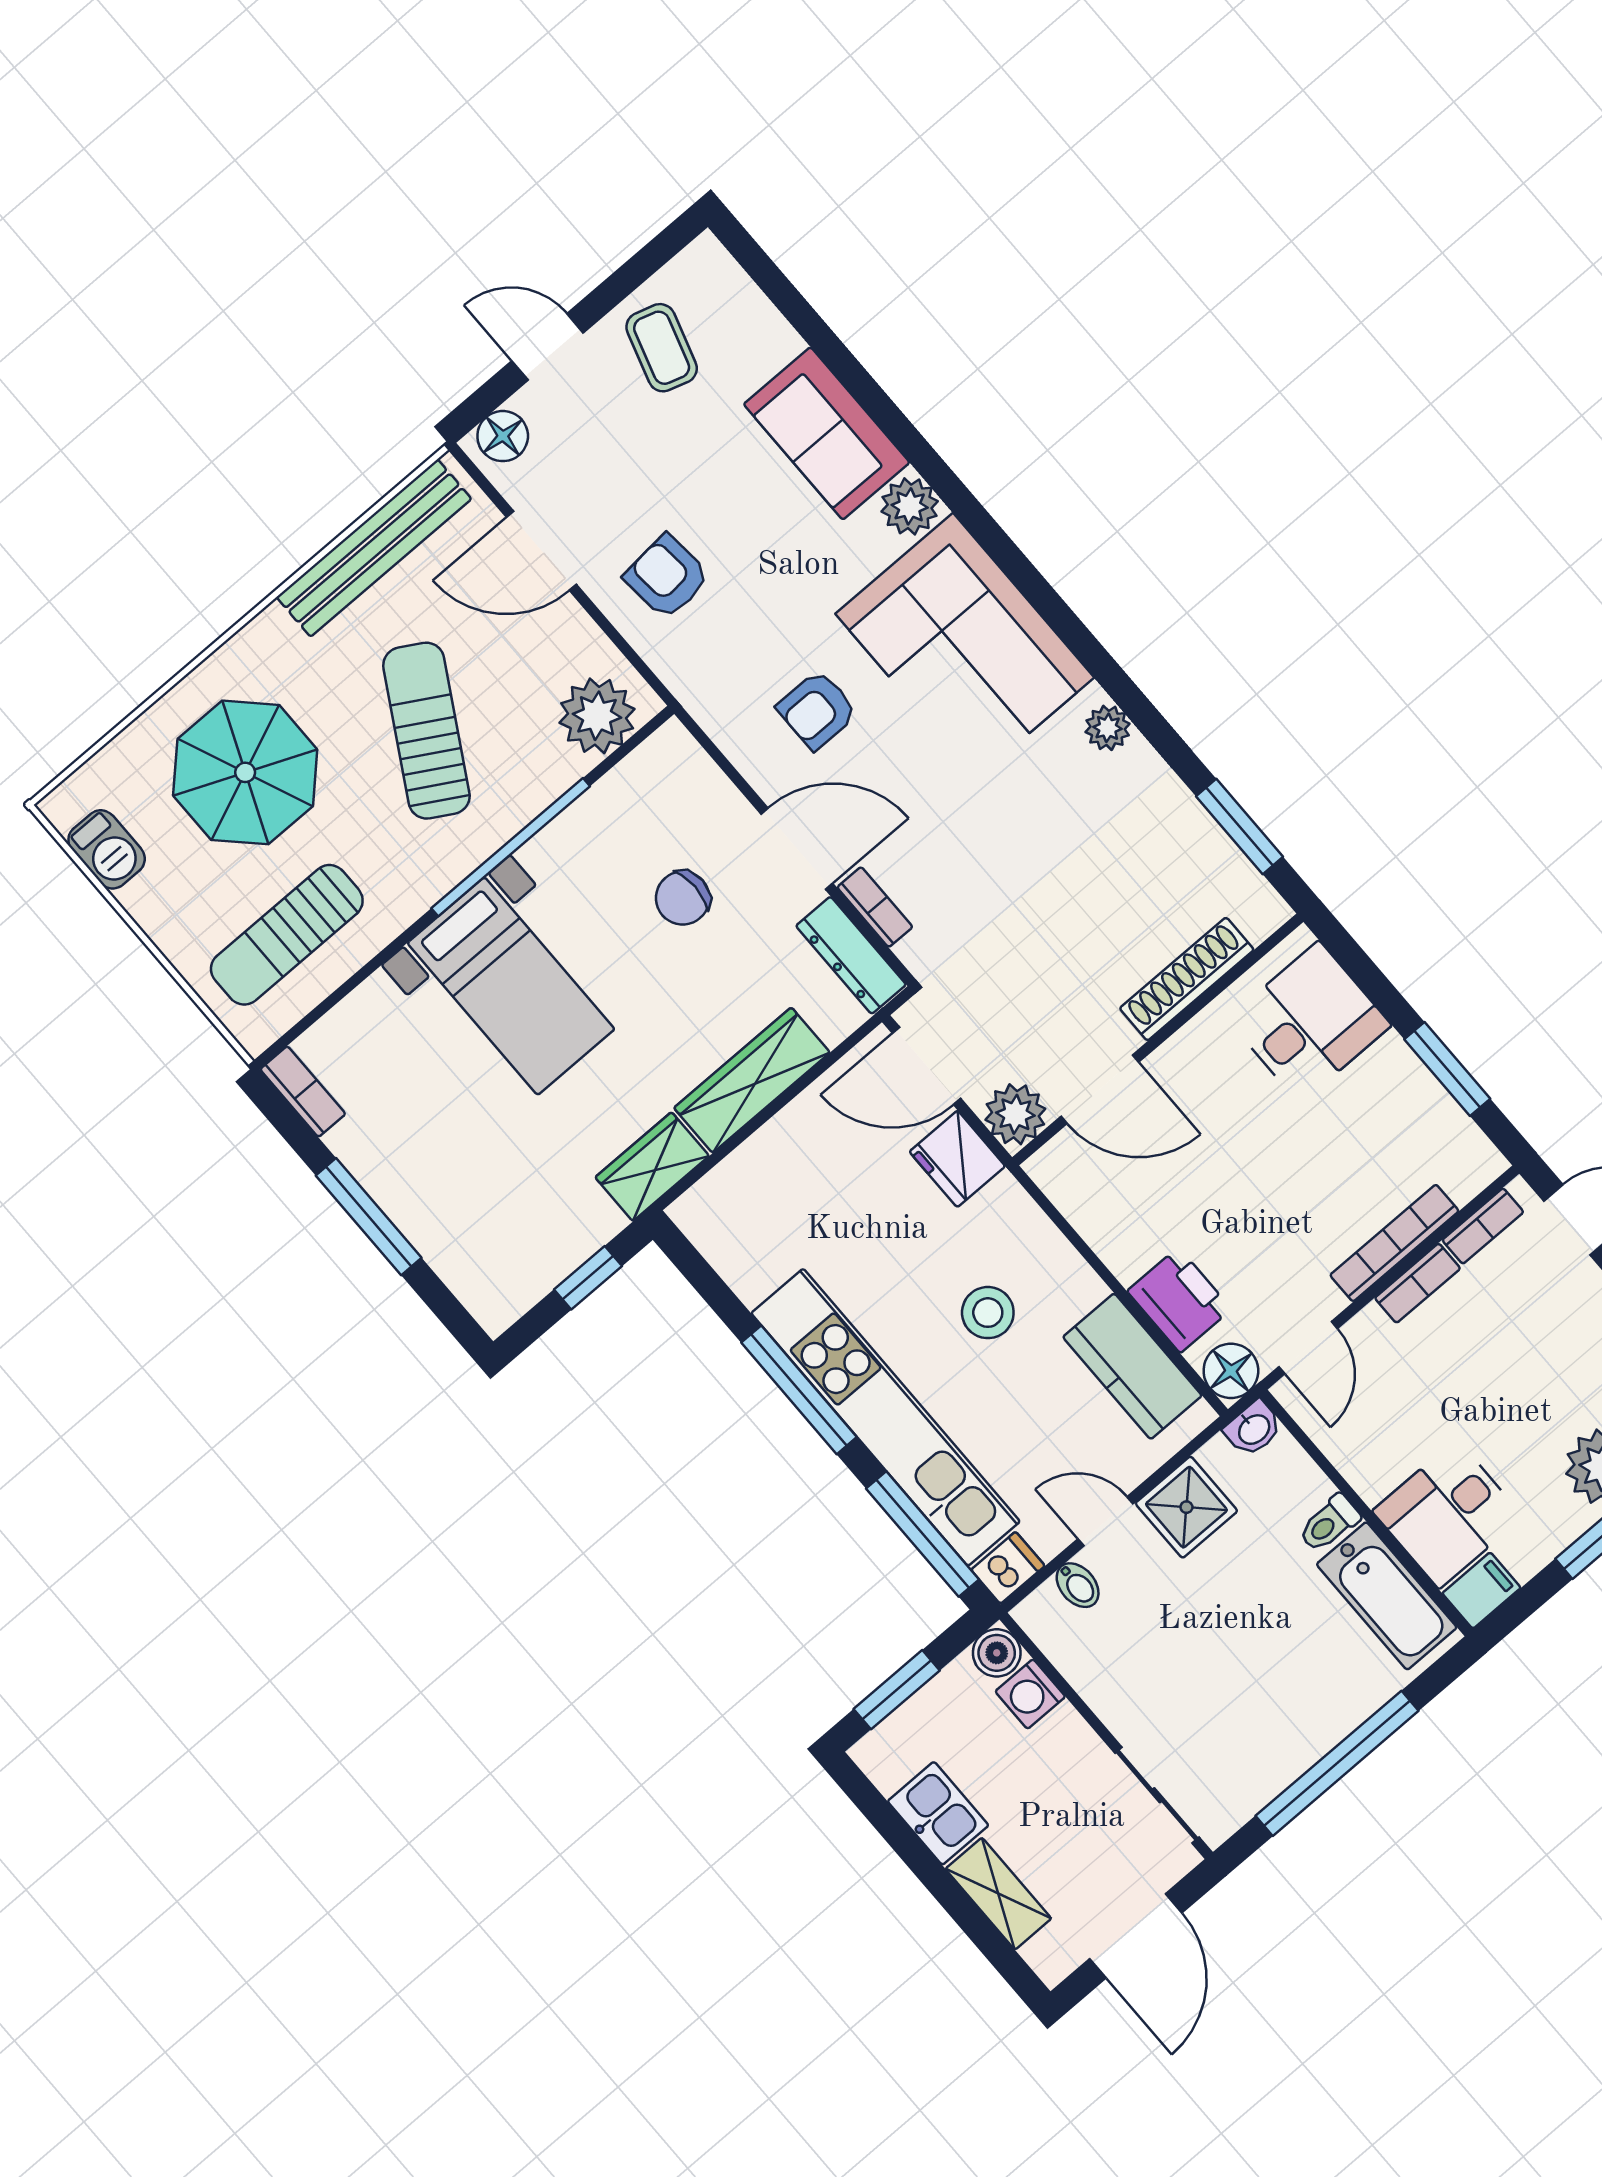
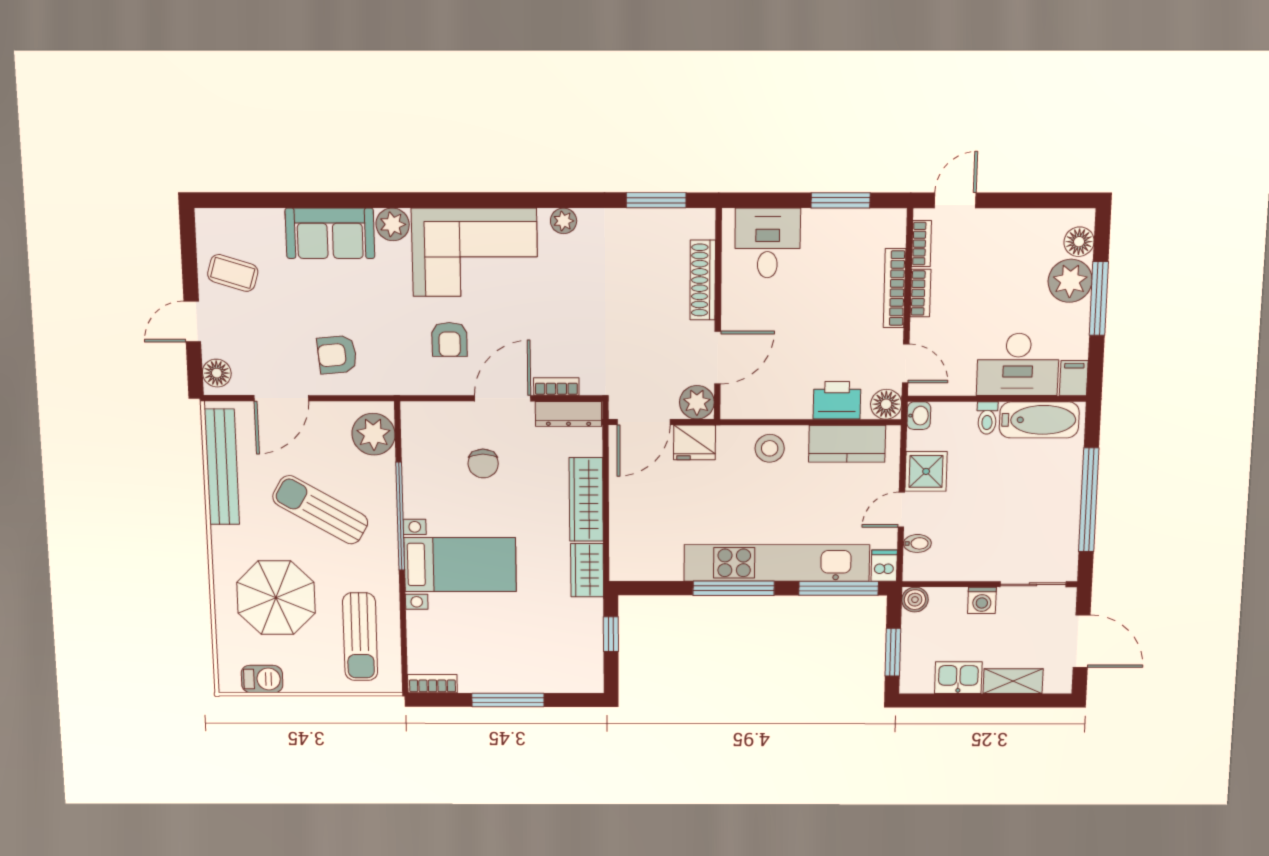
stool: (988, 1313) -> (770, 448), moved
desk: (1448, 1514) -> (1018, 365), width x1.37
washing machine: (1030, 1694) -> (982, 600), moved

